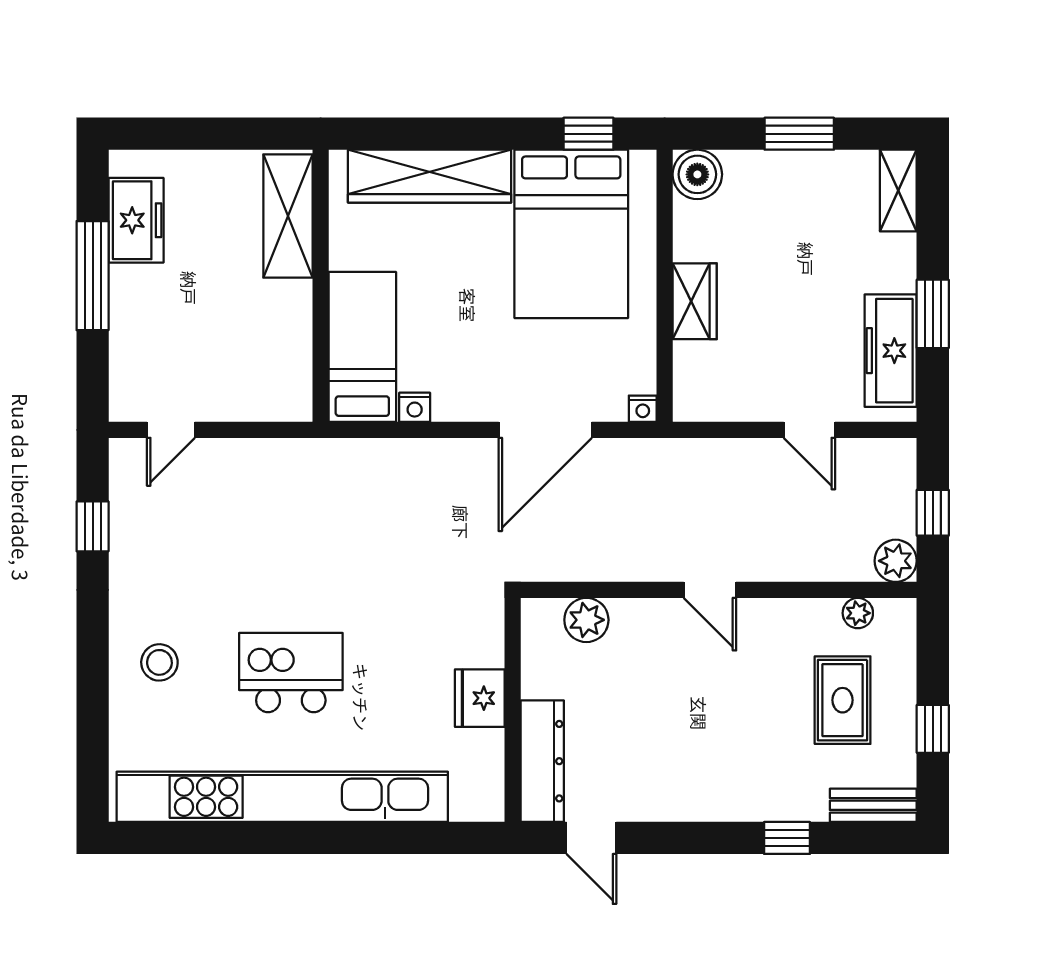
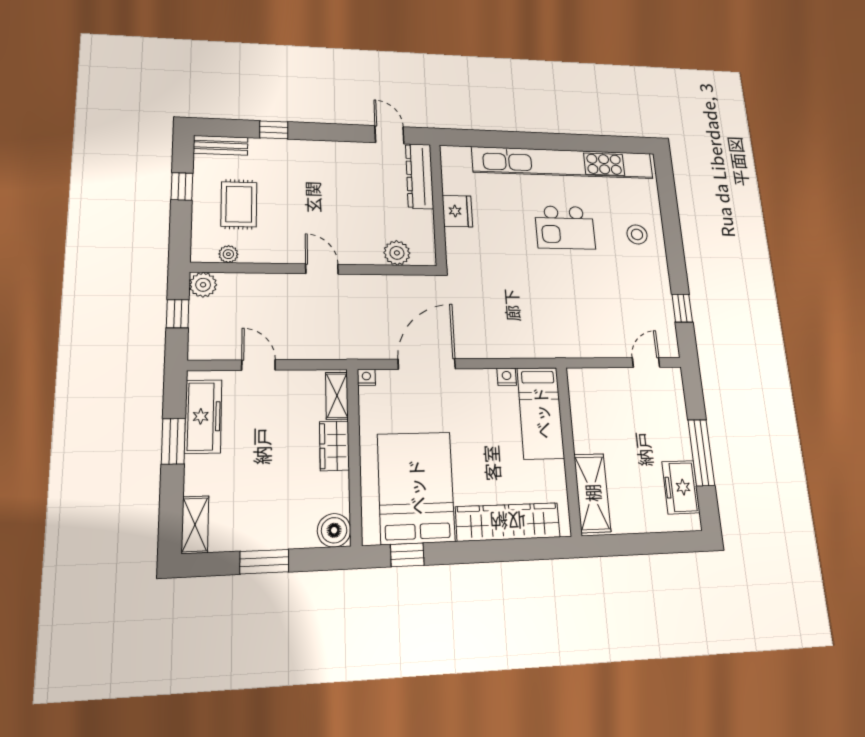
shelving: (690, 380) -> (337, 396), added

